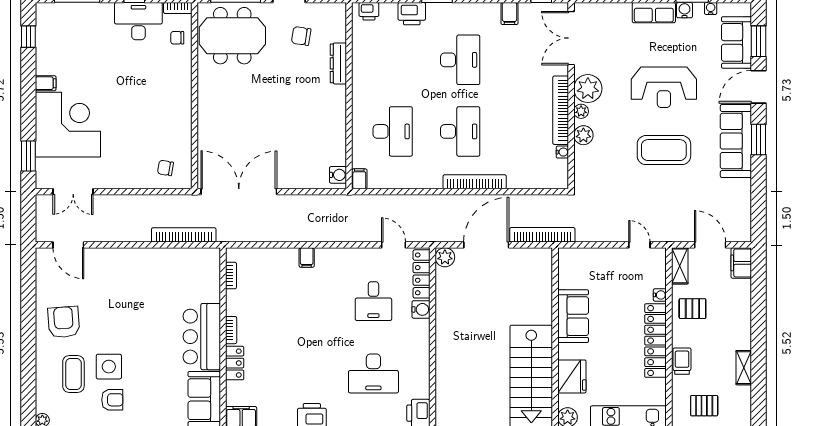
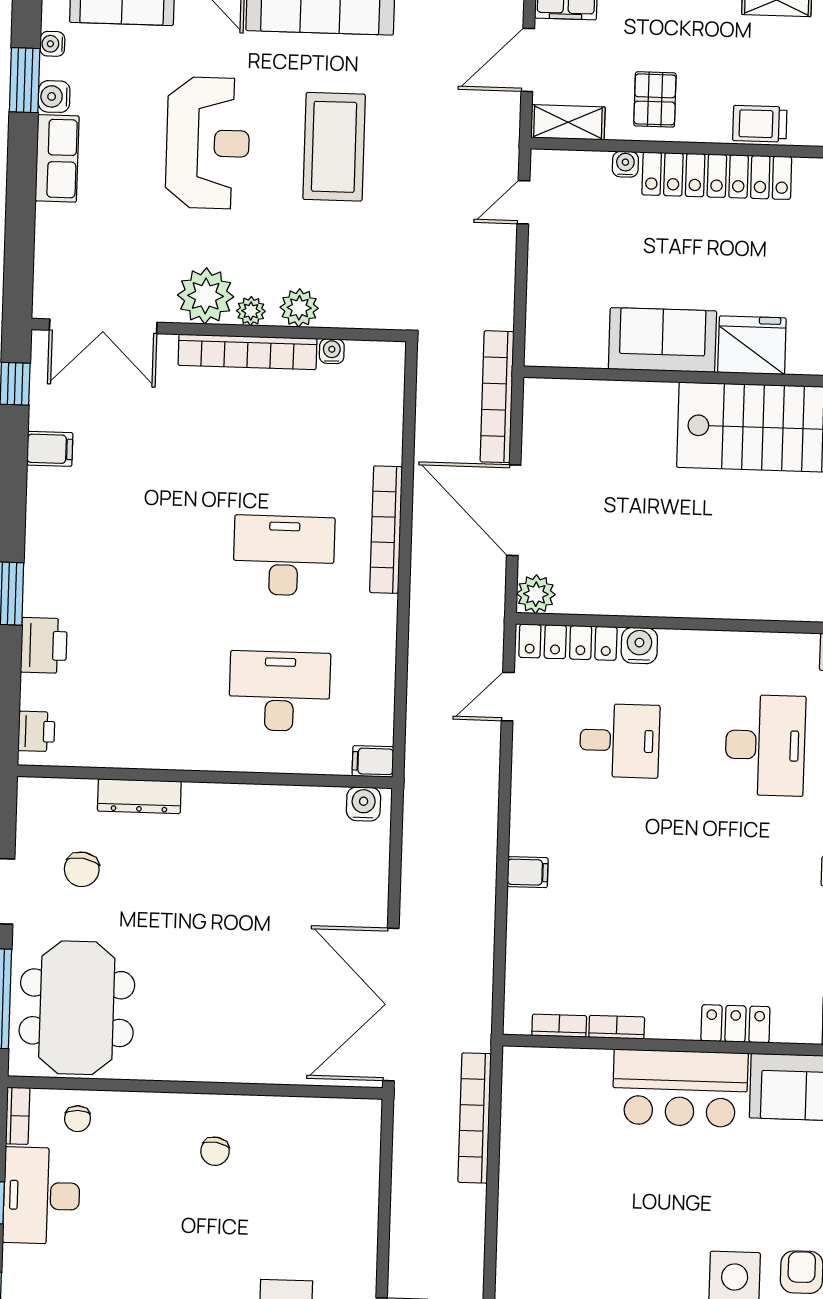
desk: (460, 60) -> (140, 551), removed
chair: (165, 168) -> (215, 1151), moved
bookcase: (231, 330) -> (617, 1027), moved
fridge: (572, 376) -> (752, 345), moved

